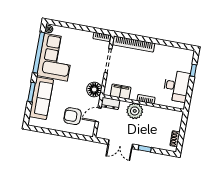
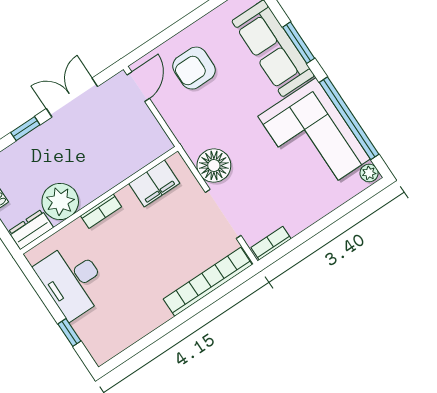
floor lamp: (94, 90) -> (214, 165), moved
dresser: (110, 103) -> (31, 229), moved
plant: (135, 111) -> (60, 201), moved
door: (98, 115) -> (138, 87), moved
armchair: (73, 116) -> (194, 68), turned 180

